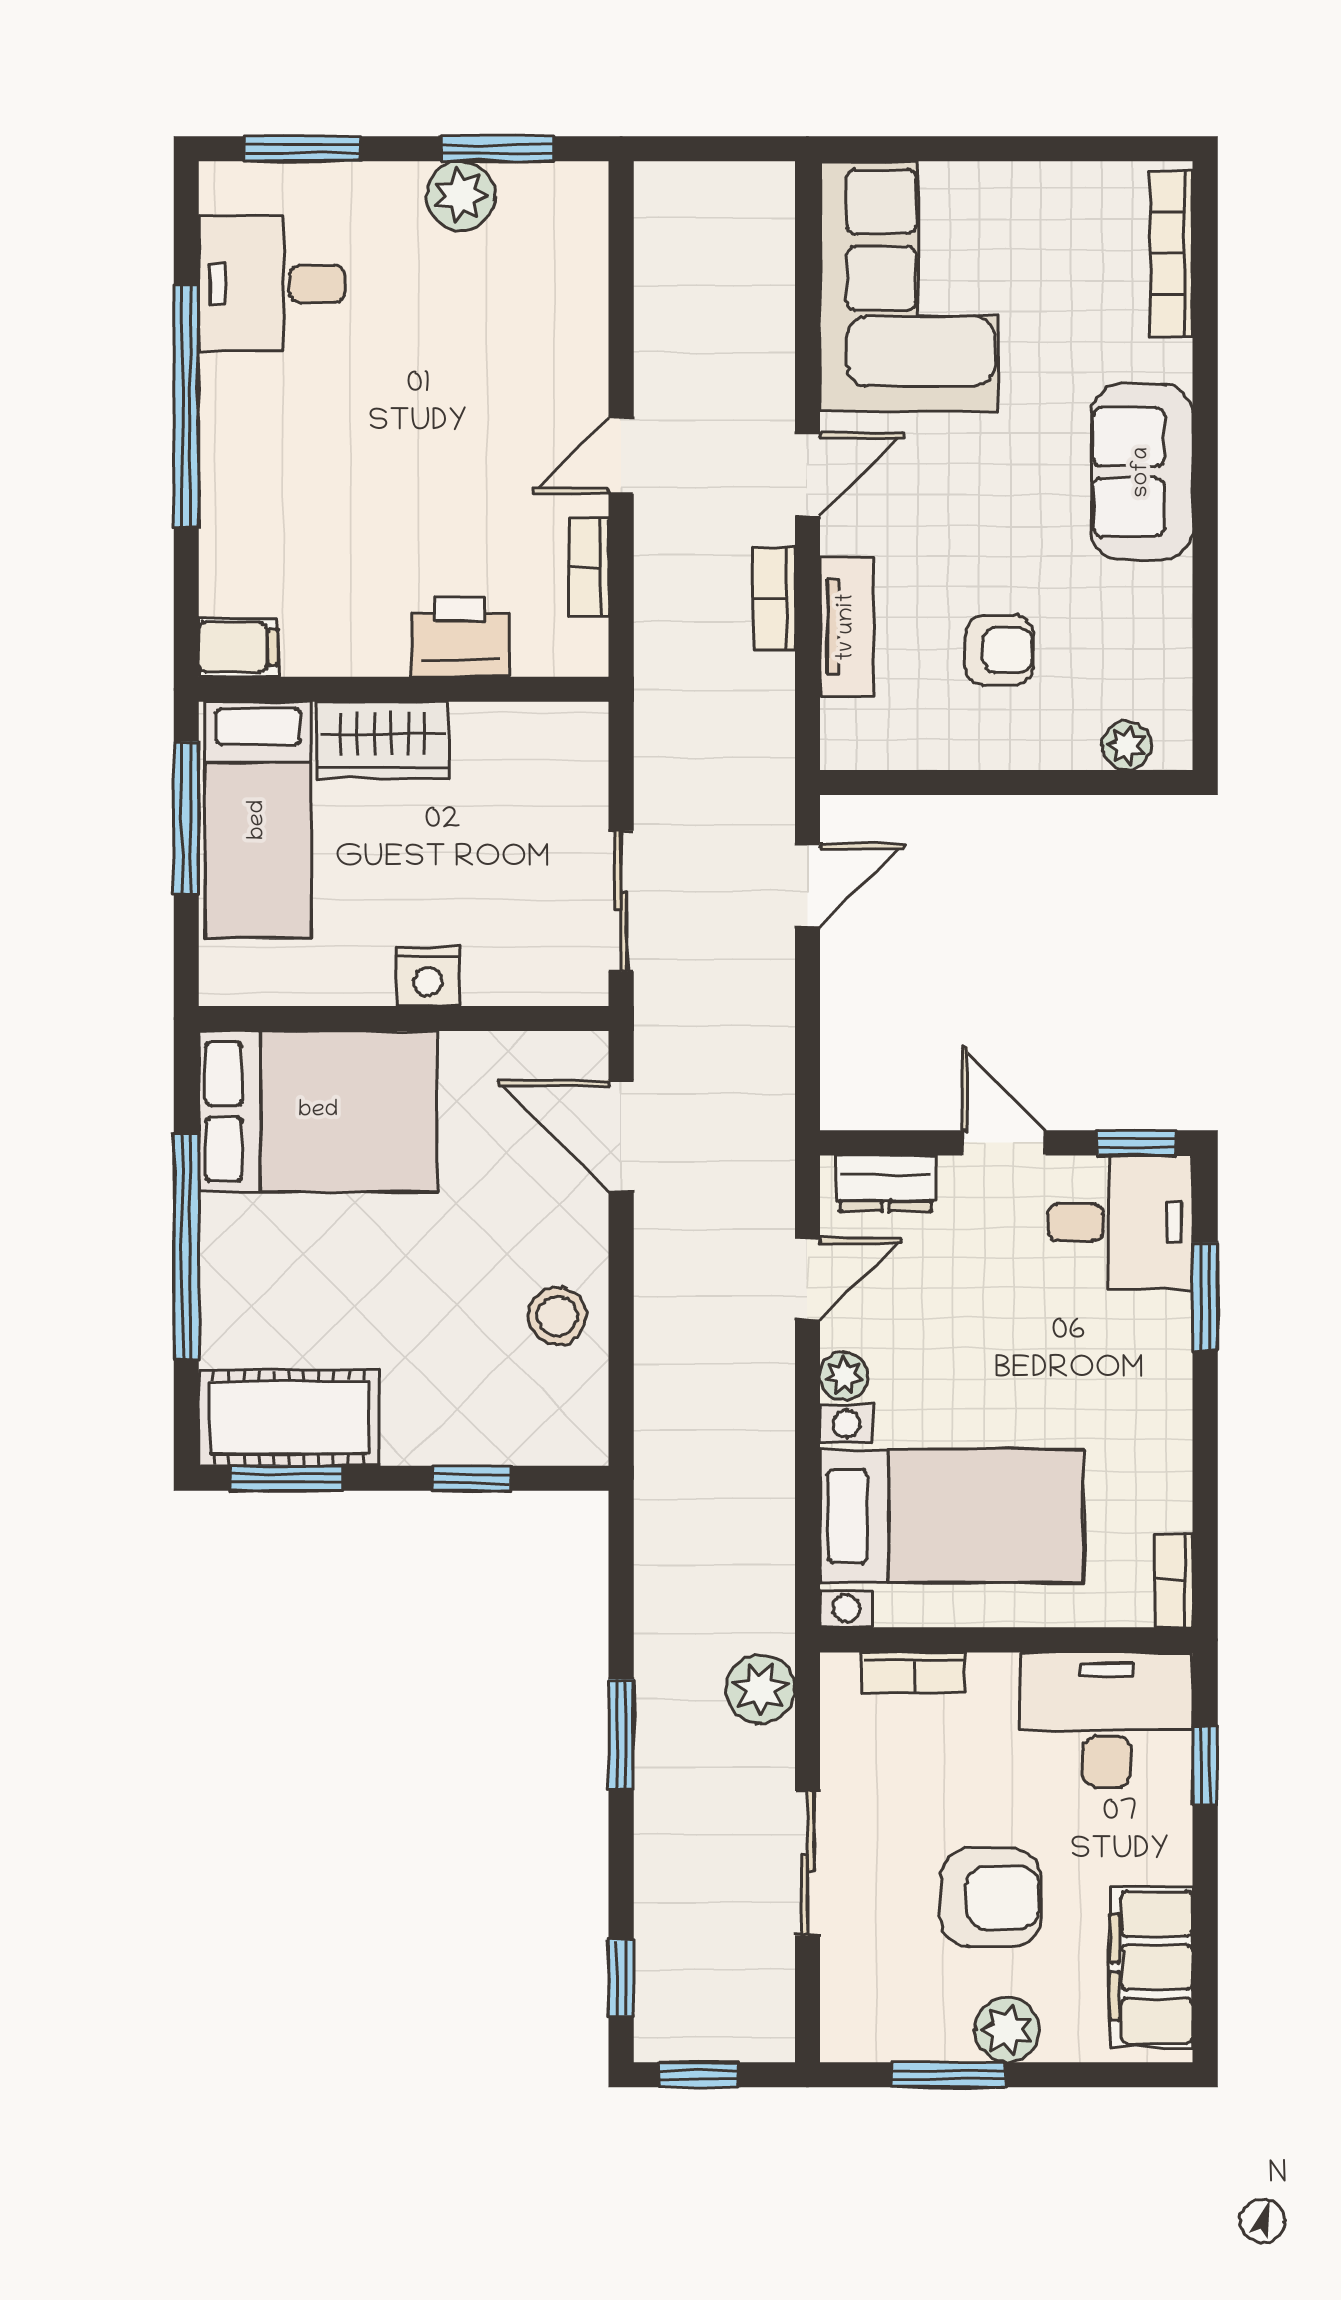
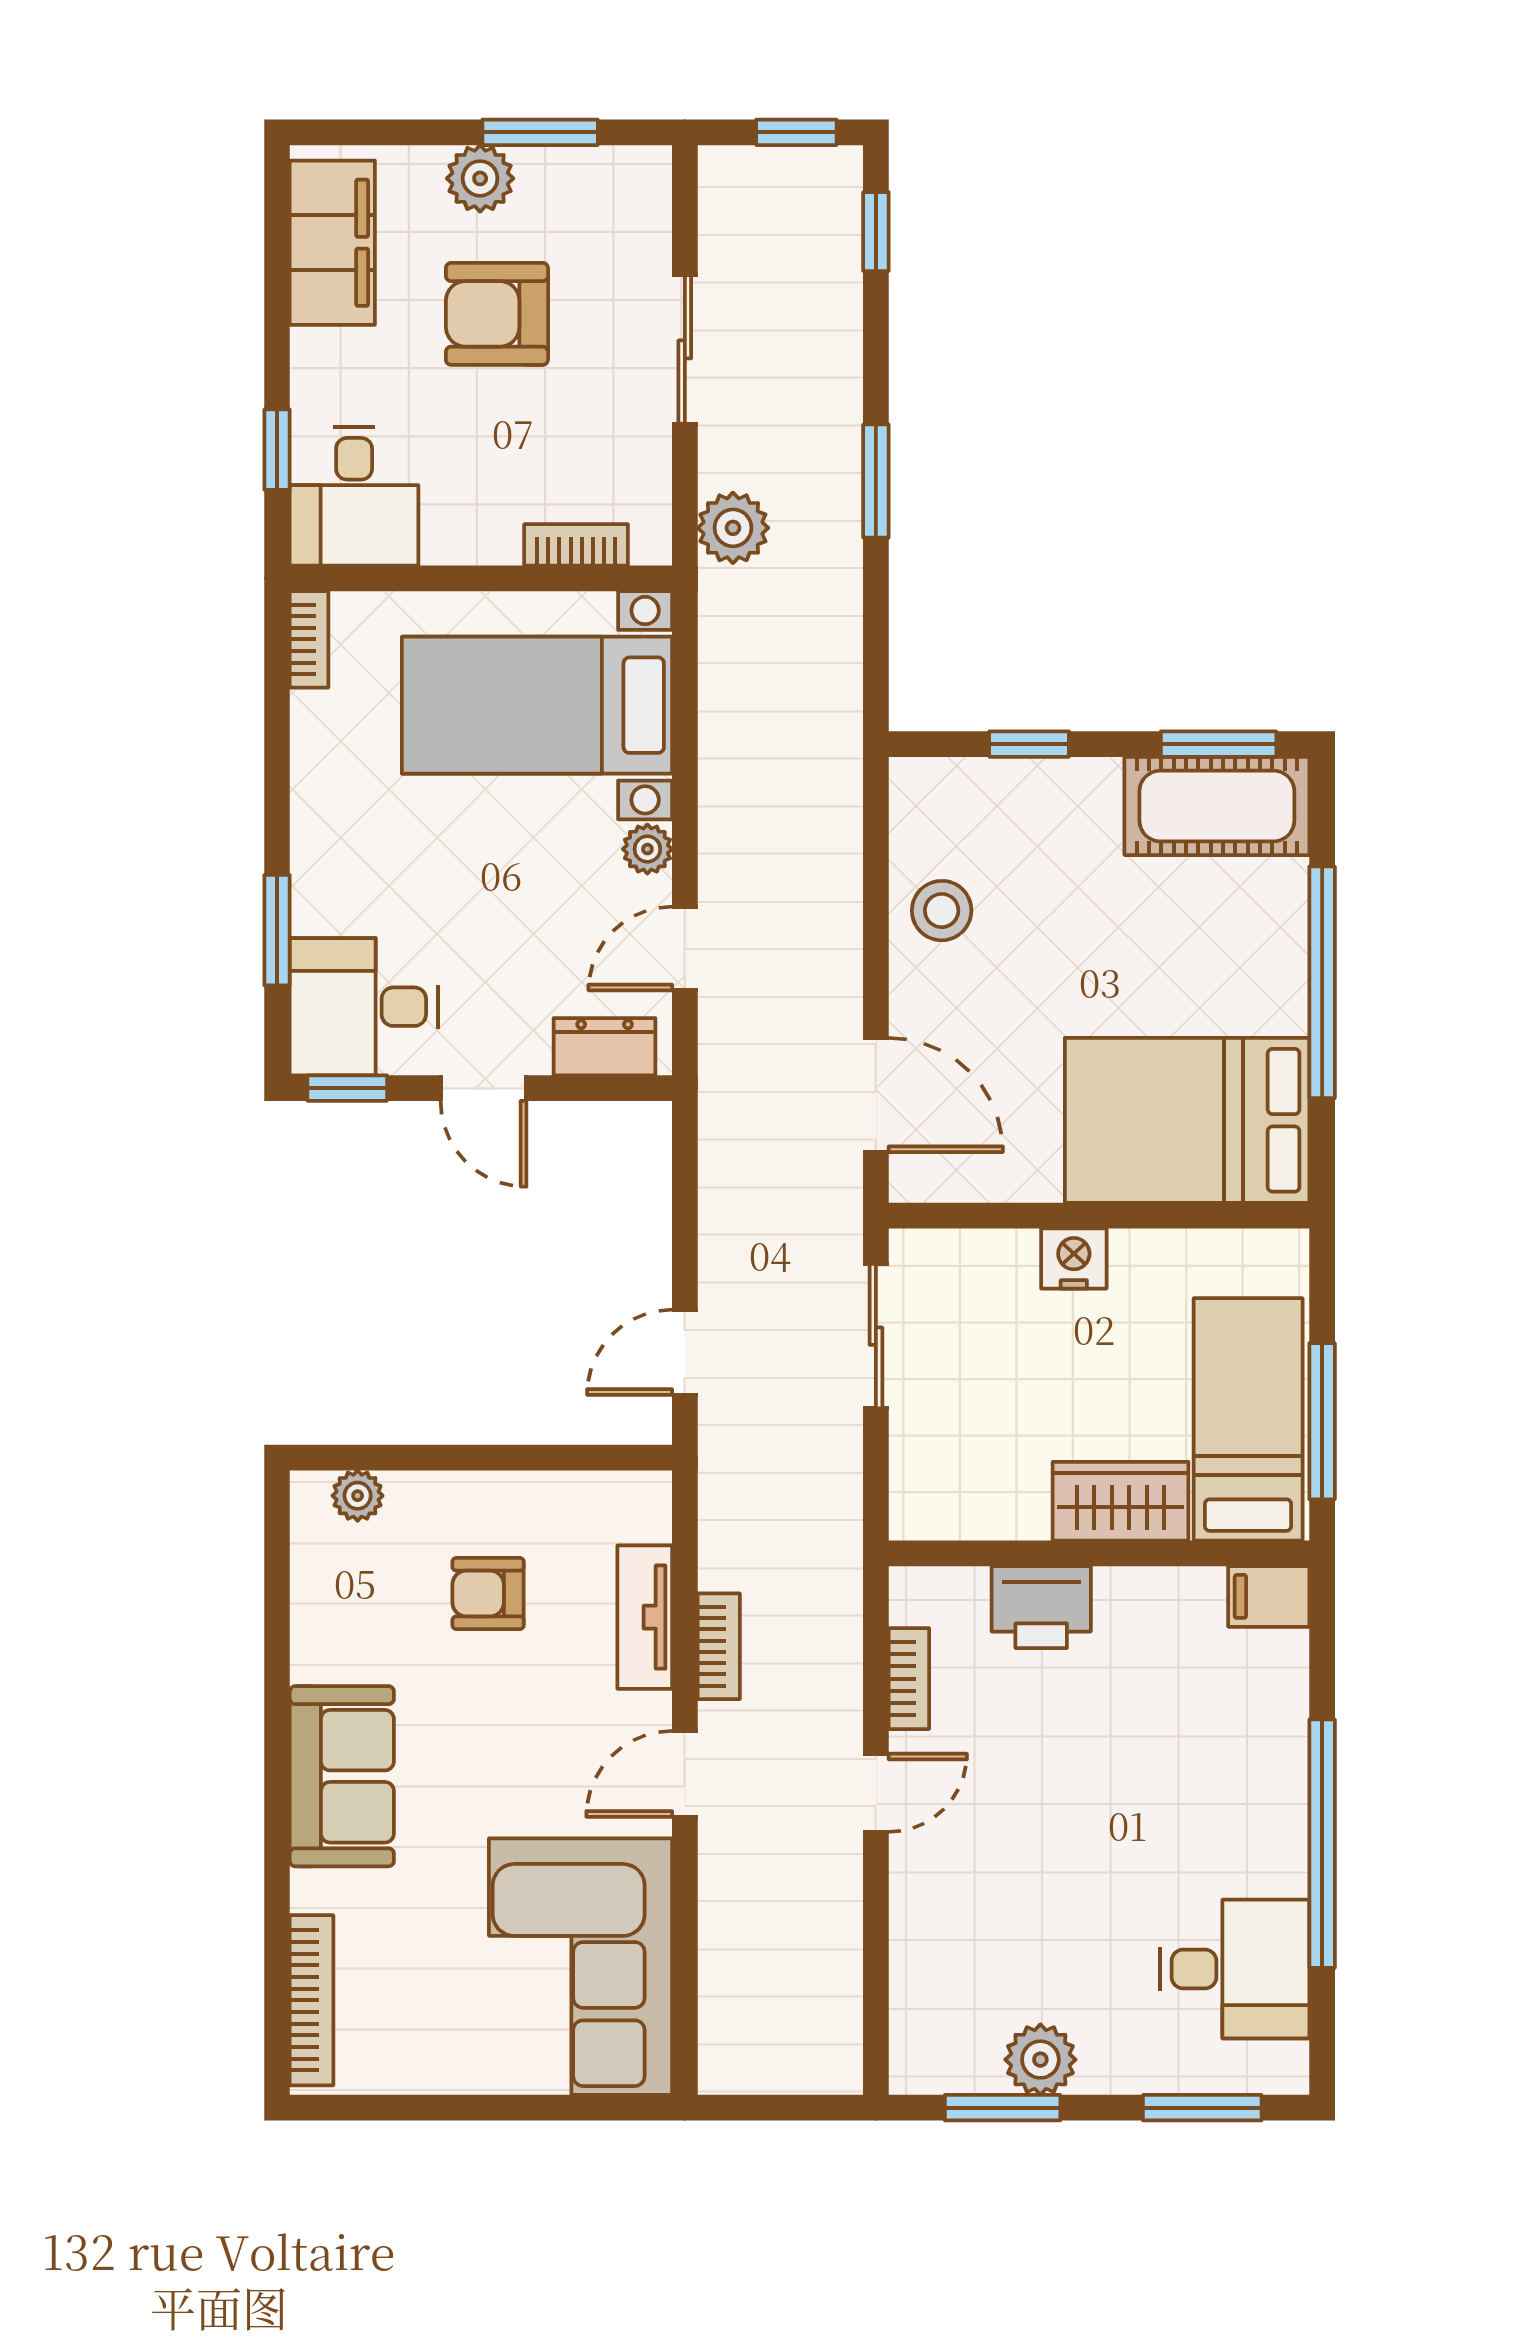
desk: (1107, 1720) -> (354, 496), width x0.73

